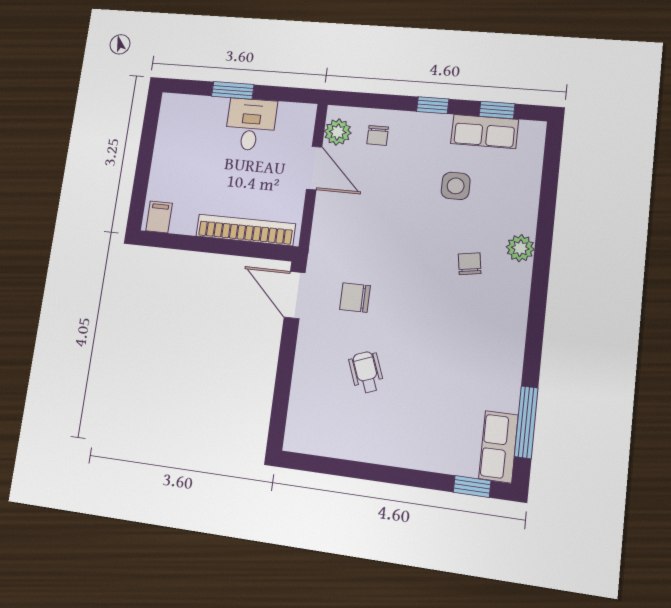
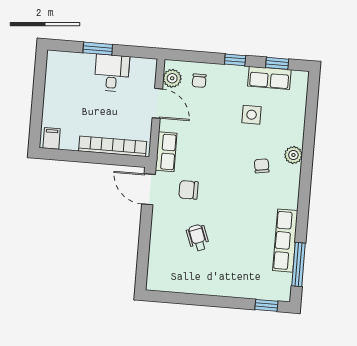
row of seats: (324, 239) -> (166, 152), added
row of seats: (498, 447) -> (285, 241), moved, width x1.48

